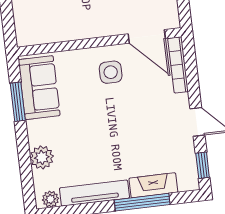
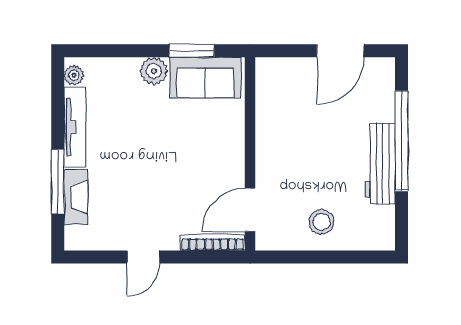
side table: (111, 72) -> (213, 163), removed
plant: (42, 157) -> (154, 71), moved
window: (203, 165) -> (92, 257), removed

